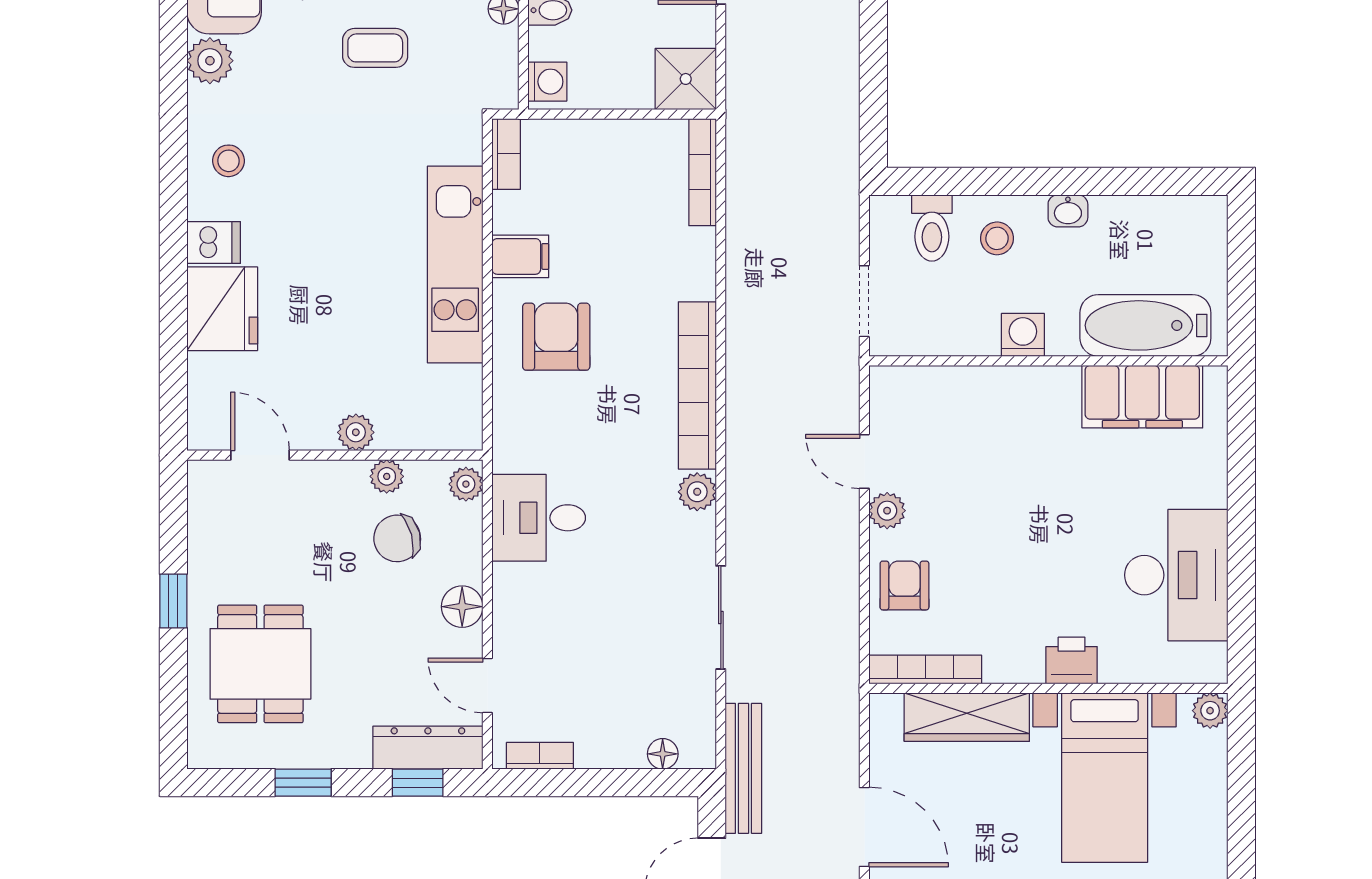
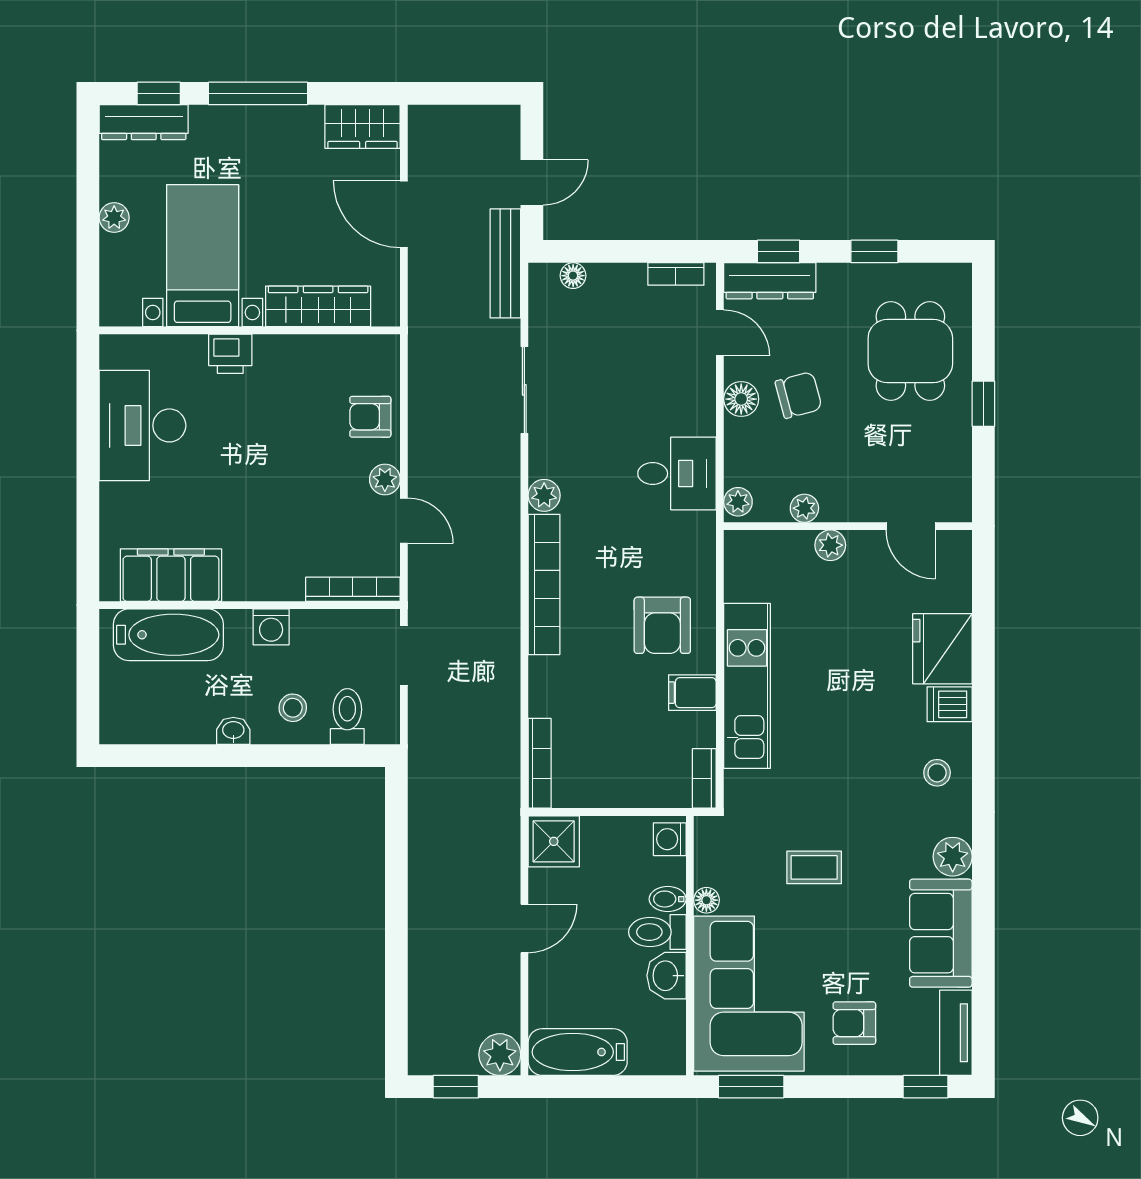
chair: (397, 538) -> (799, 395), moved
armchair: (904, 585) -> (370, 417), turned 90
bookcase: (925, 669) -> (353, 589), moved, turned 180
plant: (1210, 711) -> (114, 218), moved

